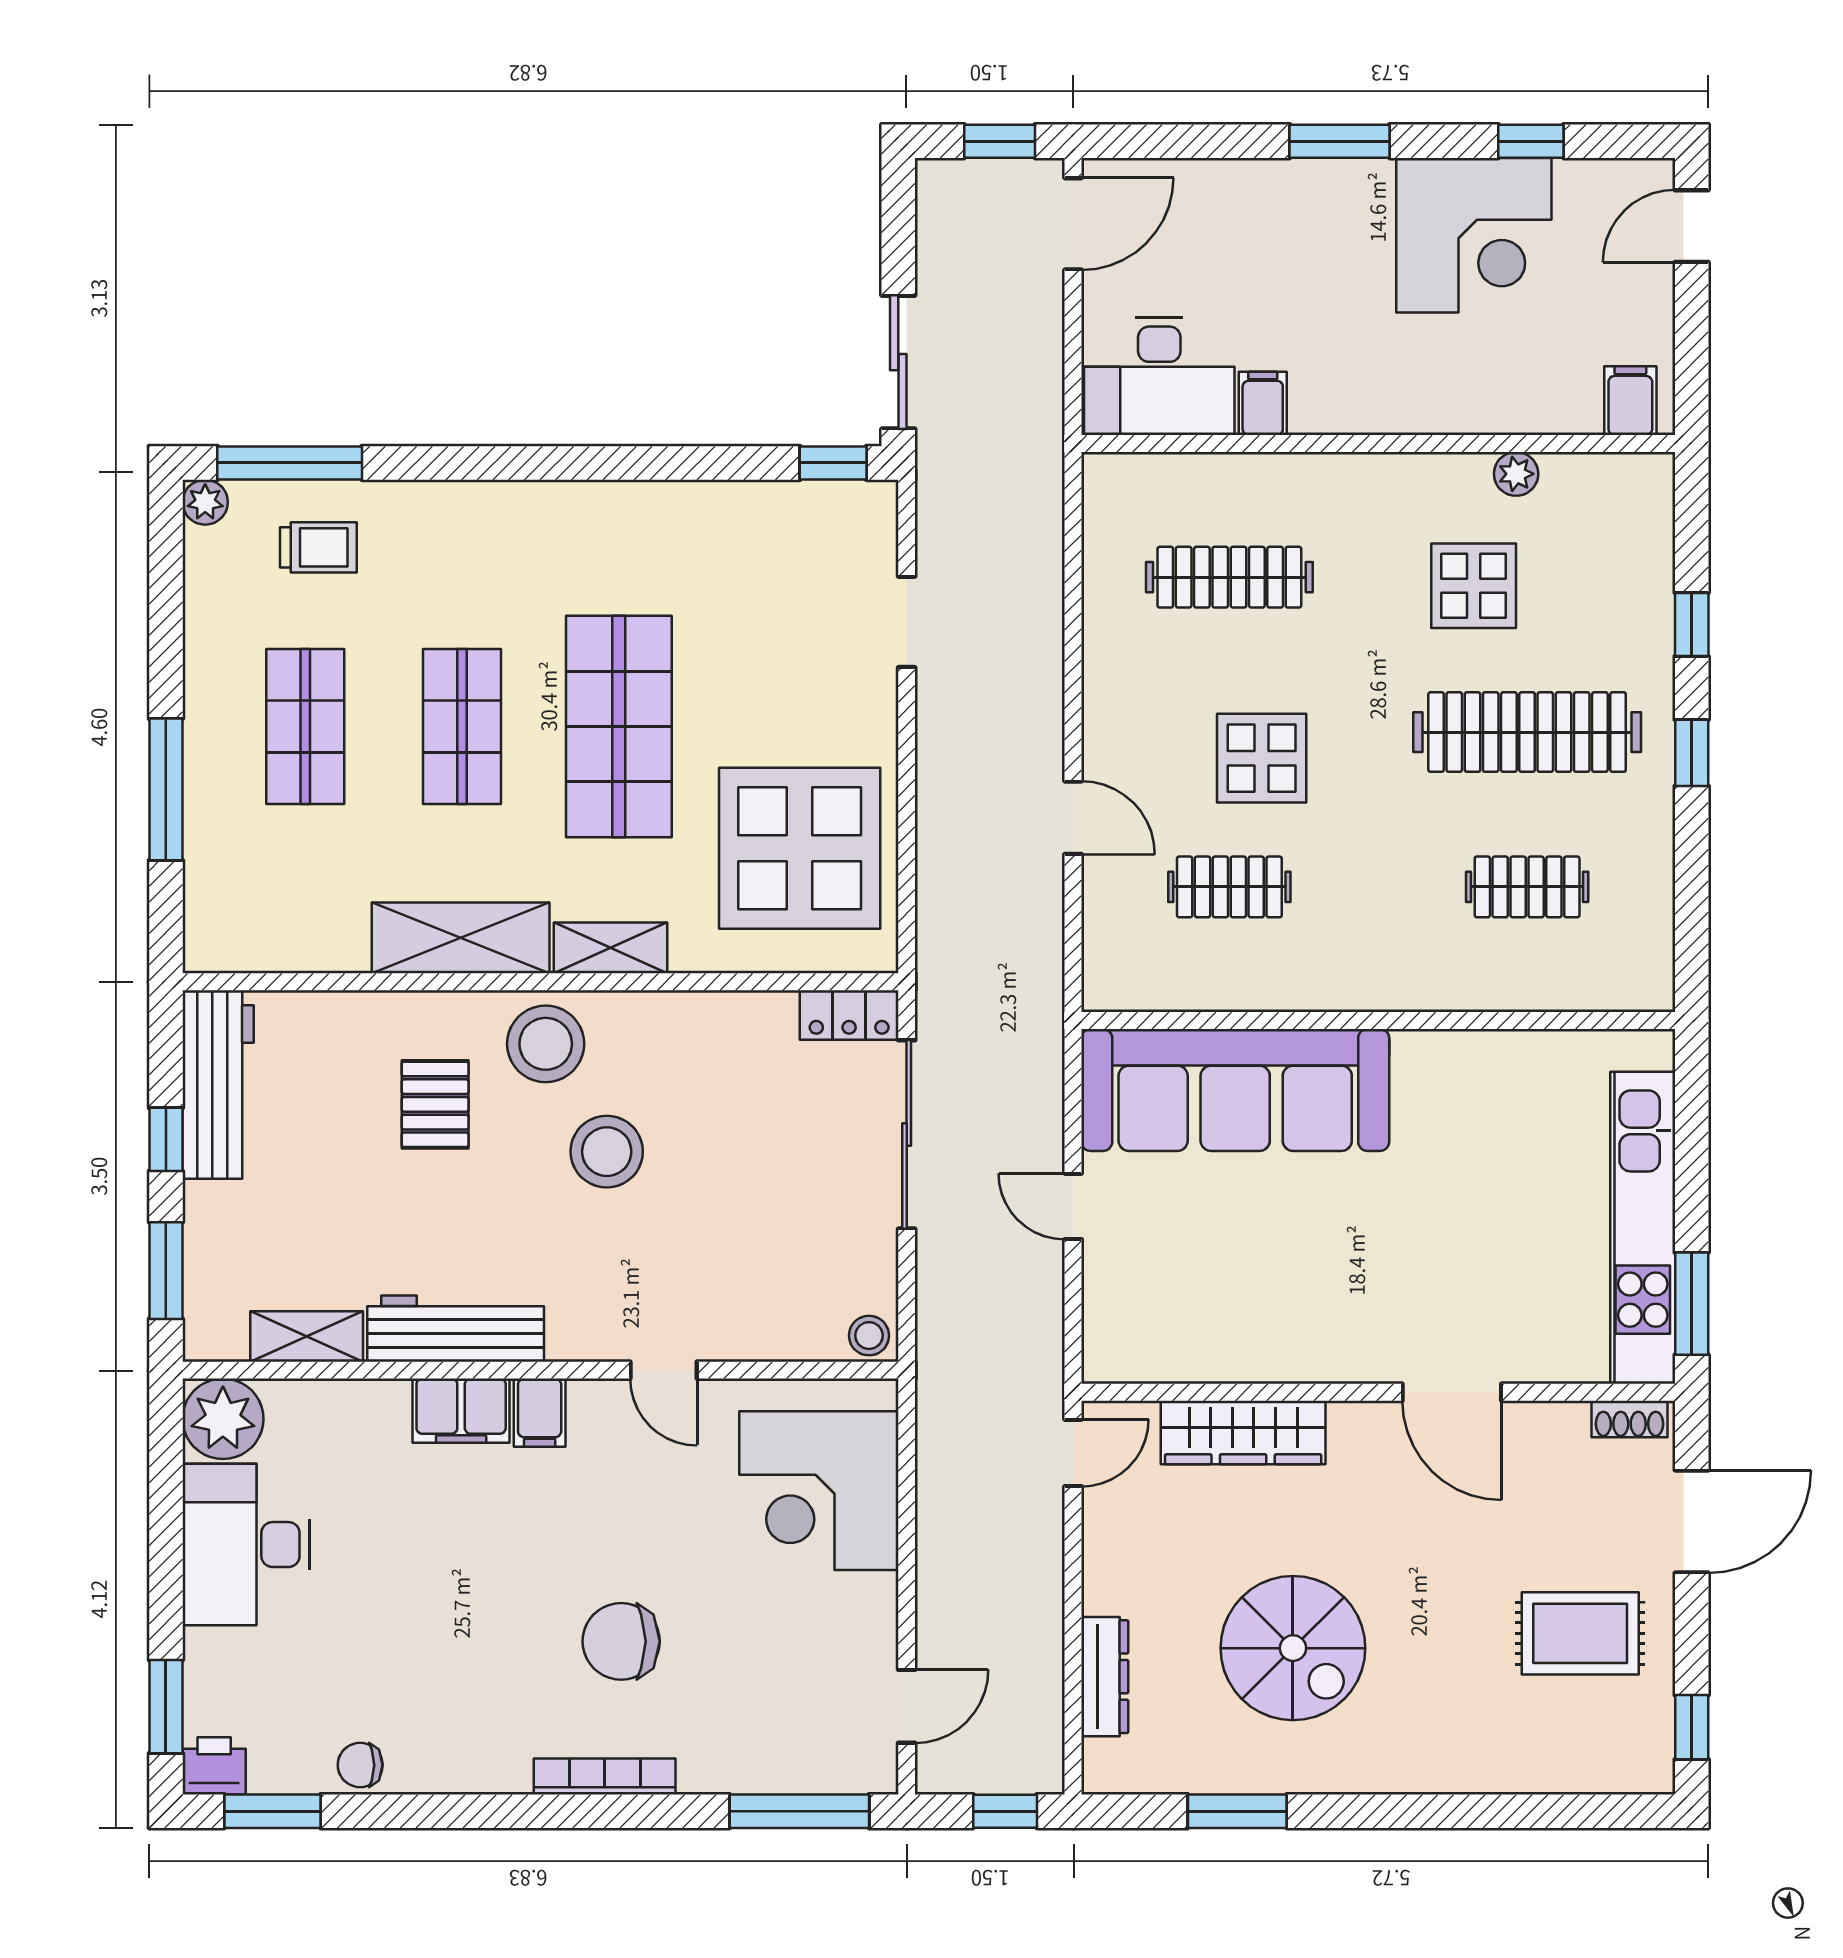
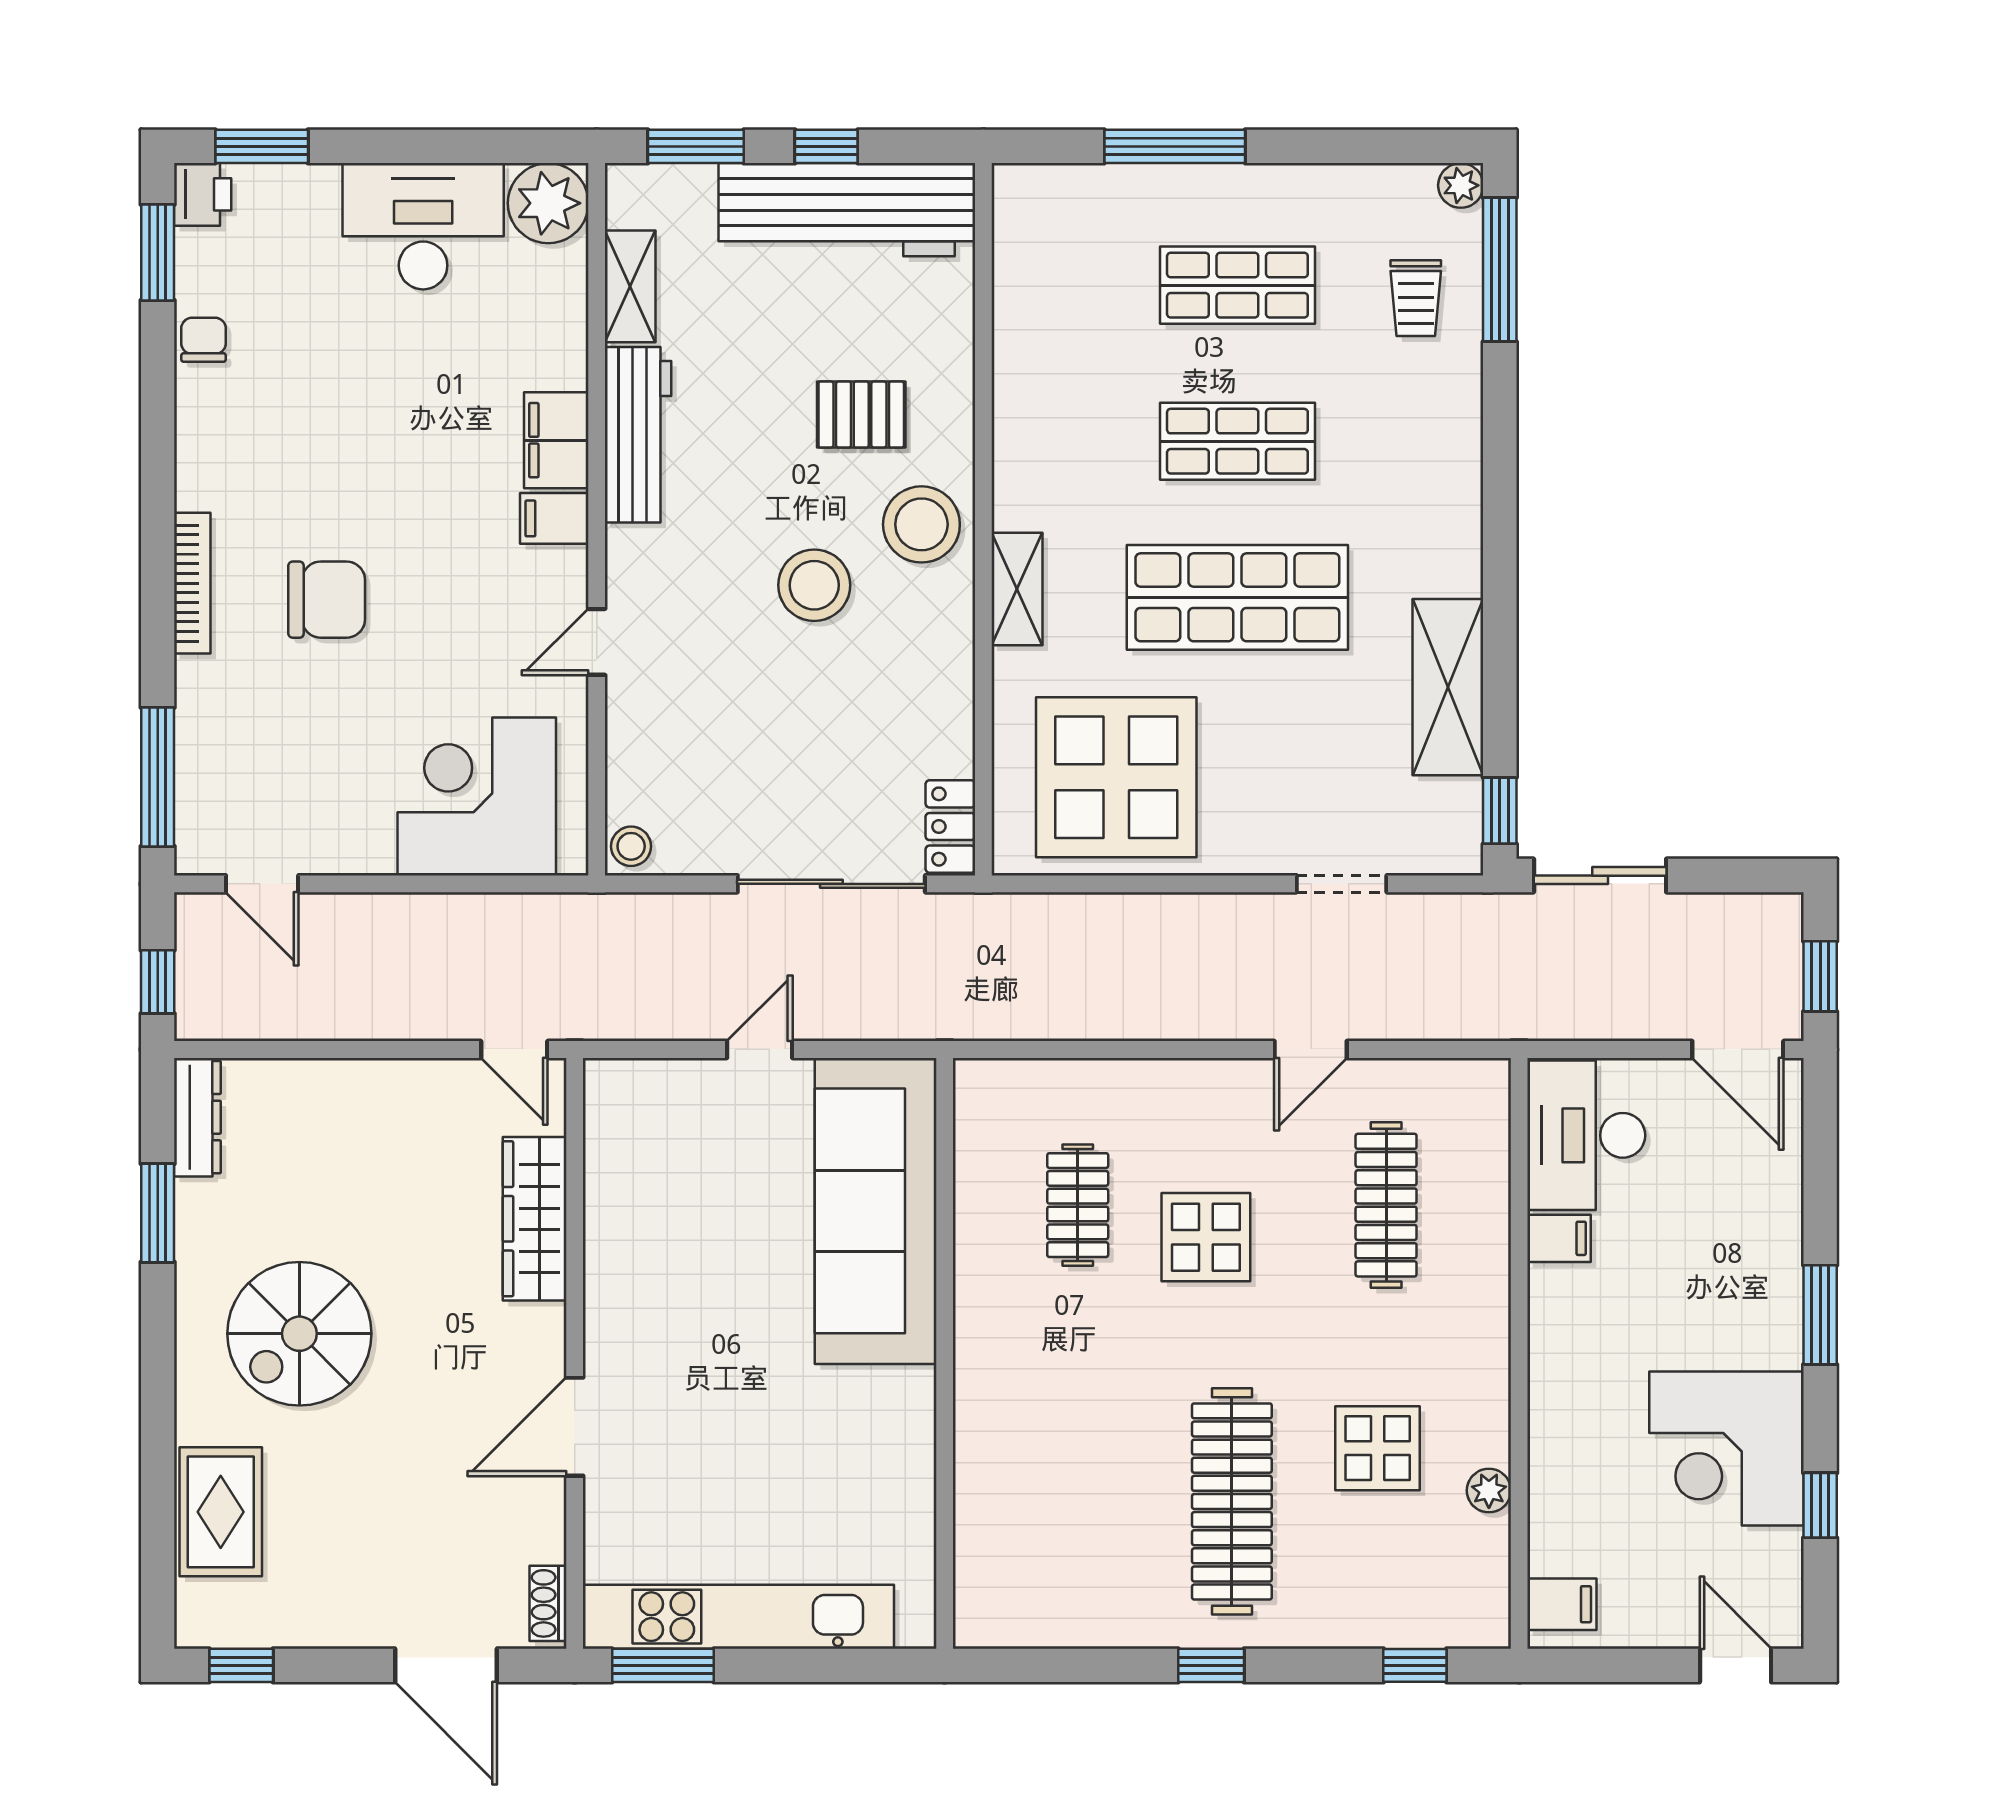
window: (1692, 624) -> (1415, 1665), moved
door: (1073, 818) -> (1311, 1049), moved
clothes rail: (1527, 887) -> (1078, 1501), removed
shelving: (461, 938) -> (1448, 687), moved
workbench: (218, 1084) -> (847, 210), width x1.36, depth x1.32
rug: (1580, 1633) -> (221, 1512), moved
chair: (621, 1641) -> (327, 600), turned 90
spiral stairs: (1293, 1648) -> (299, 1334), moved
dresser: (1105, 1677) -> (197, 1117), moved, turned -90

